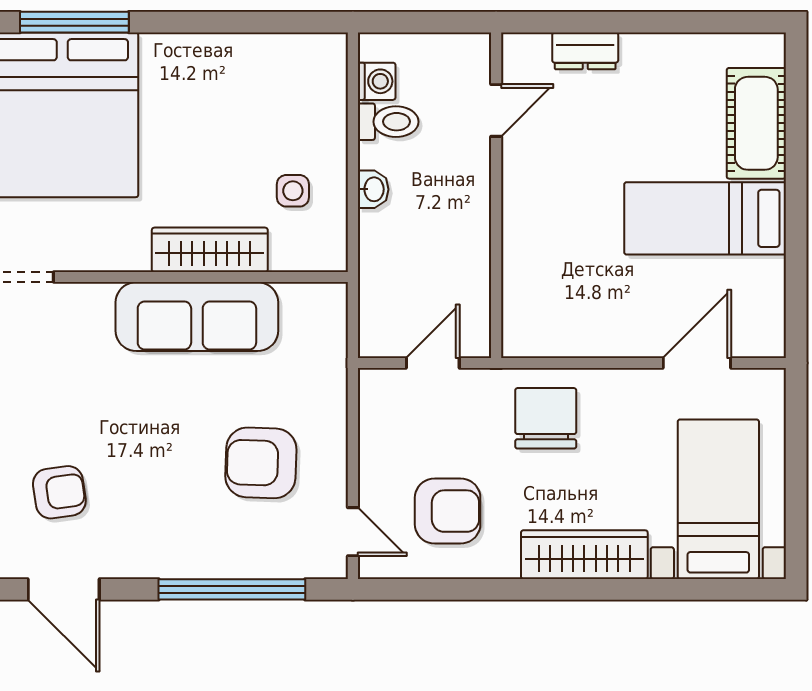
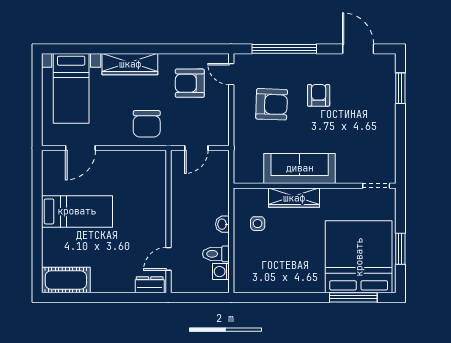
dresser: (585, 51) -> (150, 285), moved
cot: (756, 123) -> (66, 280), moved, turned 90
armchair: (59, 492) -> (319, 95), moved, turned 98

